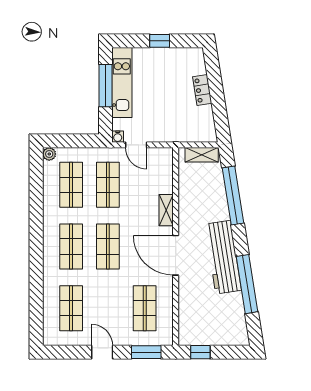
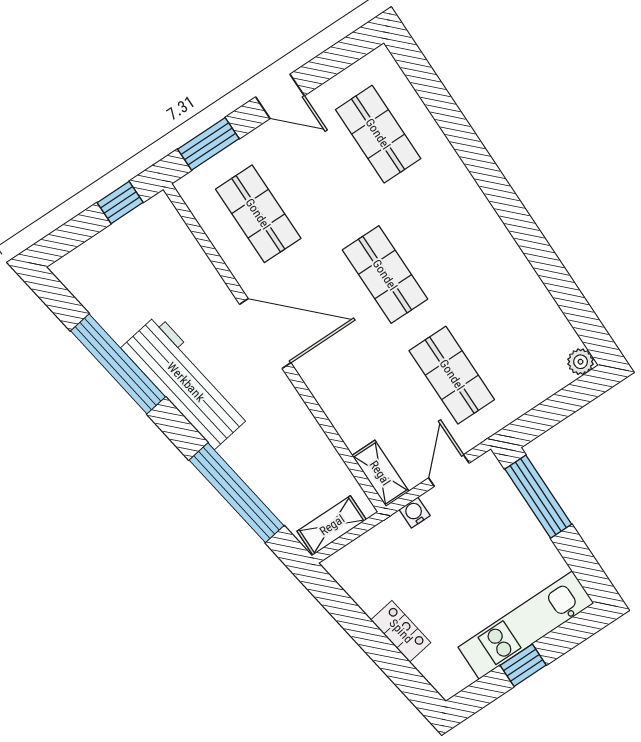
kitchen unit: (122, 82) -> (526, 625), moved, turned 90
window: (105, 86) -> (538, 497), moved
water cooler: (118, 137) -> (415, 513), moved
door: (136, 145) -> (449, 470), hinge flipped
shop shelf: (71, 185) -> (512, 335), removed
shelving: (166, 210) -> (380, 473), moved
shop shelf: (71, 247) -> (445, 235), removed

